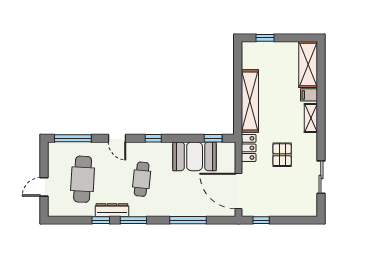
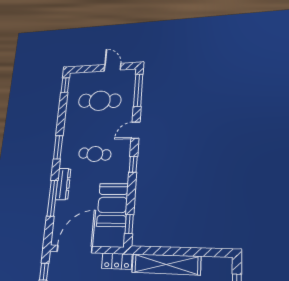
door: (44, 187) -> (113, 67), moved
dresser: (112, 210) -> (63, 184), moved
window: (101, 220) -> (65, 85), moved

